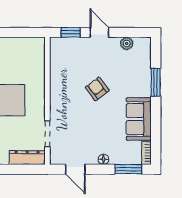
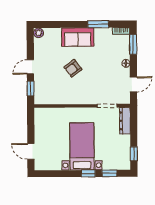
plant: (127, 43) -> (39, 33), moved
window: (156, 82) -> (98, 24), moved
sofa: (139, 119) -> (78, 37), moved

